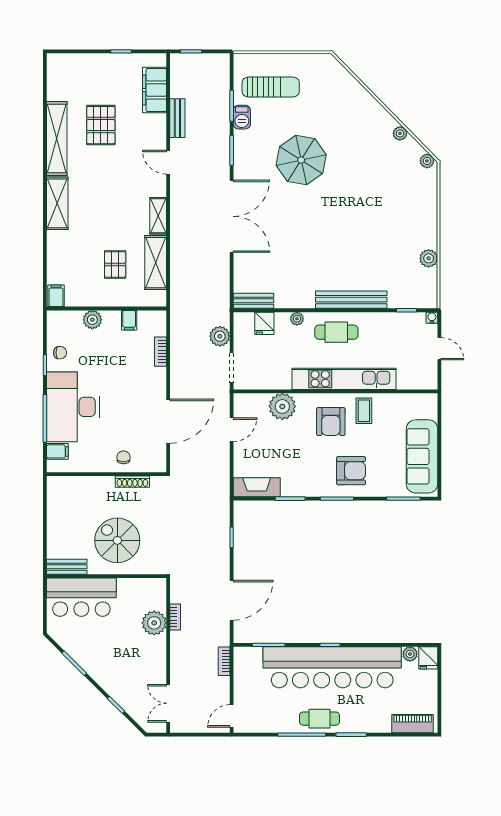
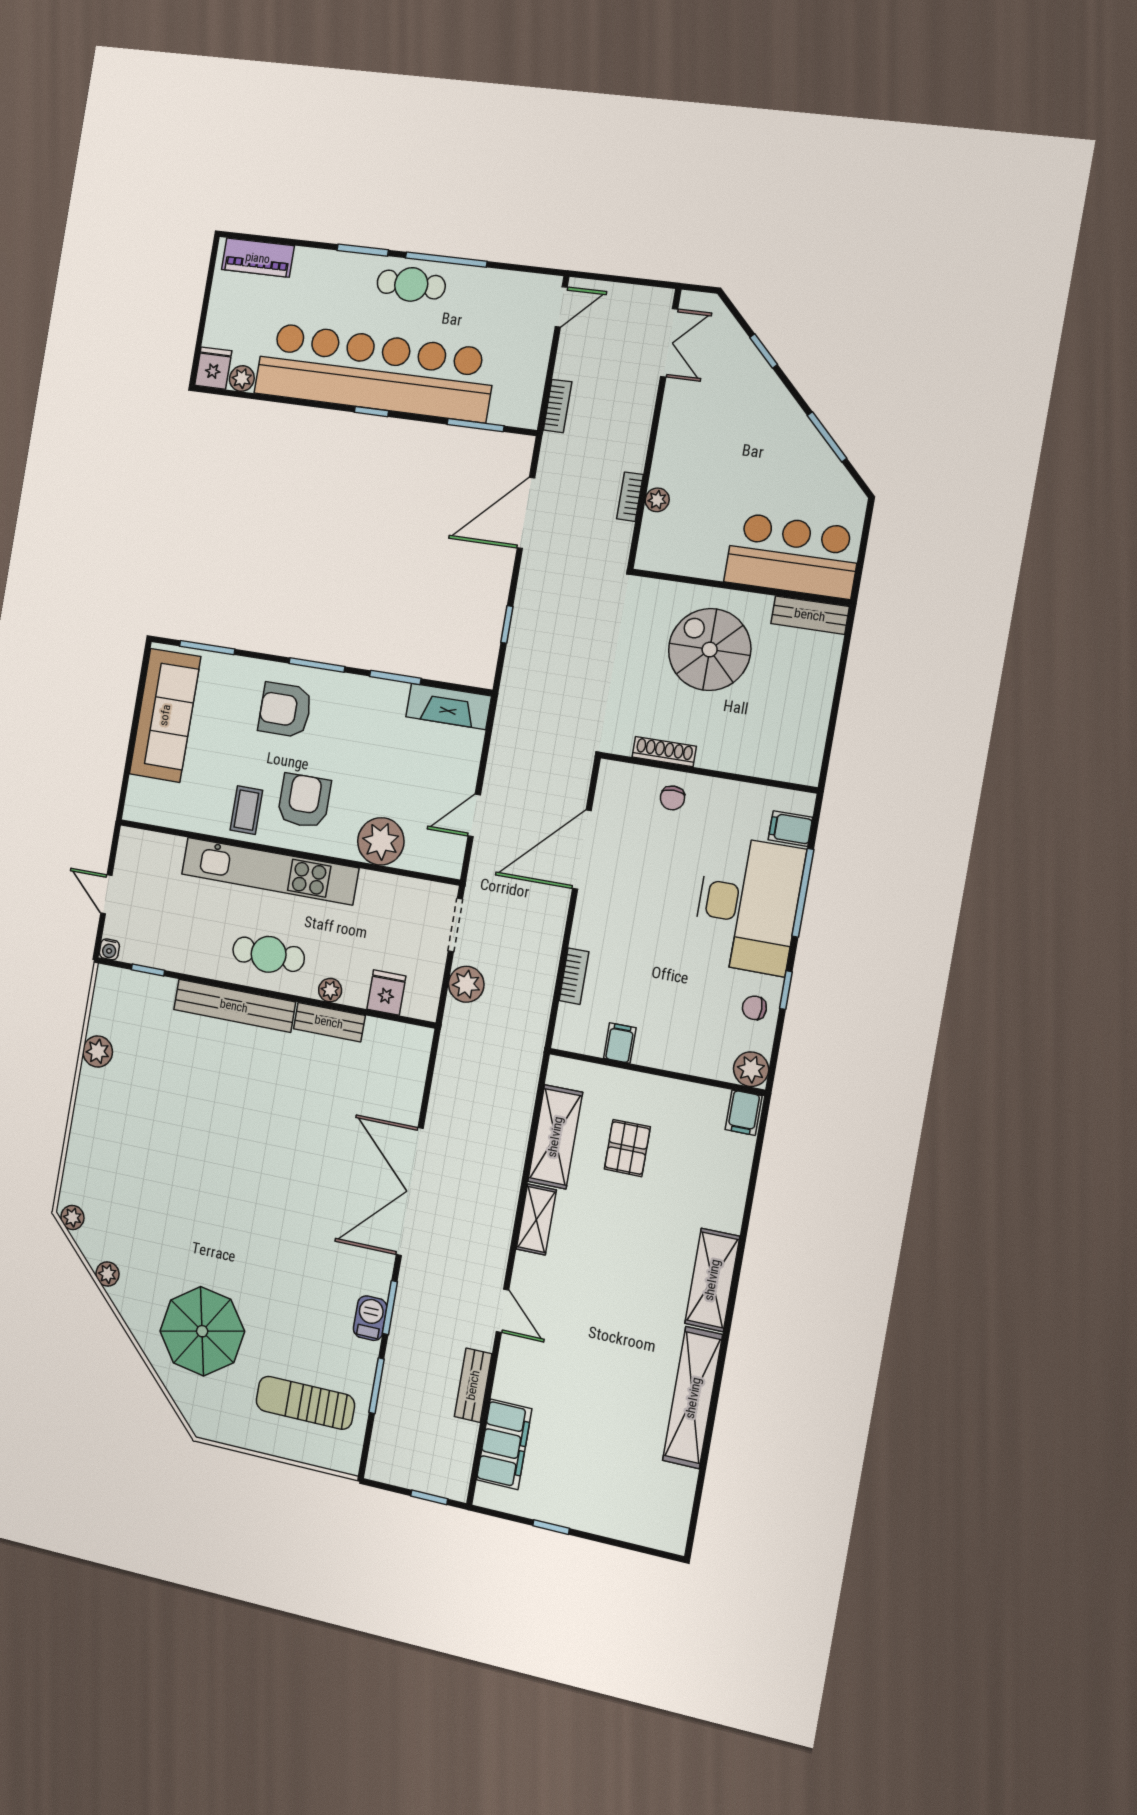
barbecue: (242, 117) -> (370, 1318), moved
pallet: (101, 125) -> (609, 1404), removed
parasol: (301, 160) -> (202, 1331), moved
bench: (253, 301) -> (329, 1022), moved
plant: (92, 320) -> (751, 1069), moved
spiral stairs: (117, 540) -> (710, 650), turned 180
plant: (154, 623) -> (657, 500), width x0.53, depth x0.53

